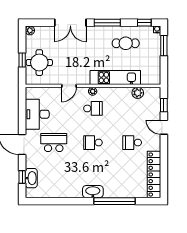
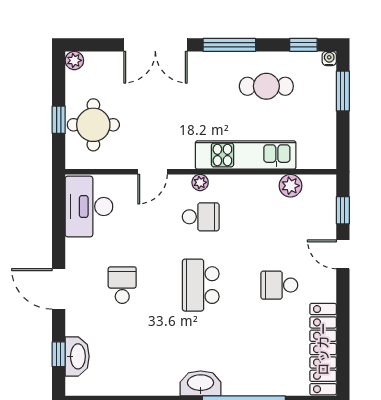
desk: (37, 114) -> (89, 206), moved
school desk: (54, 143) -> (122, 285), width x0.54
school desk: (93, 143) -> (201, 285), width x1.85

